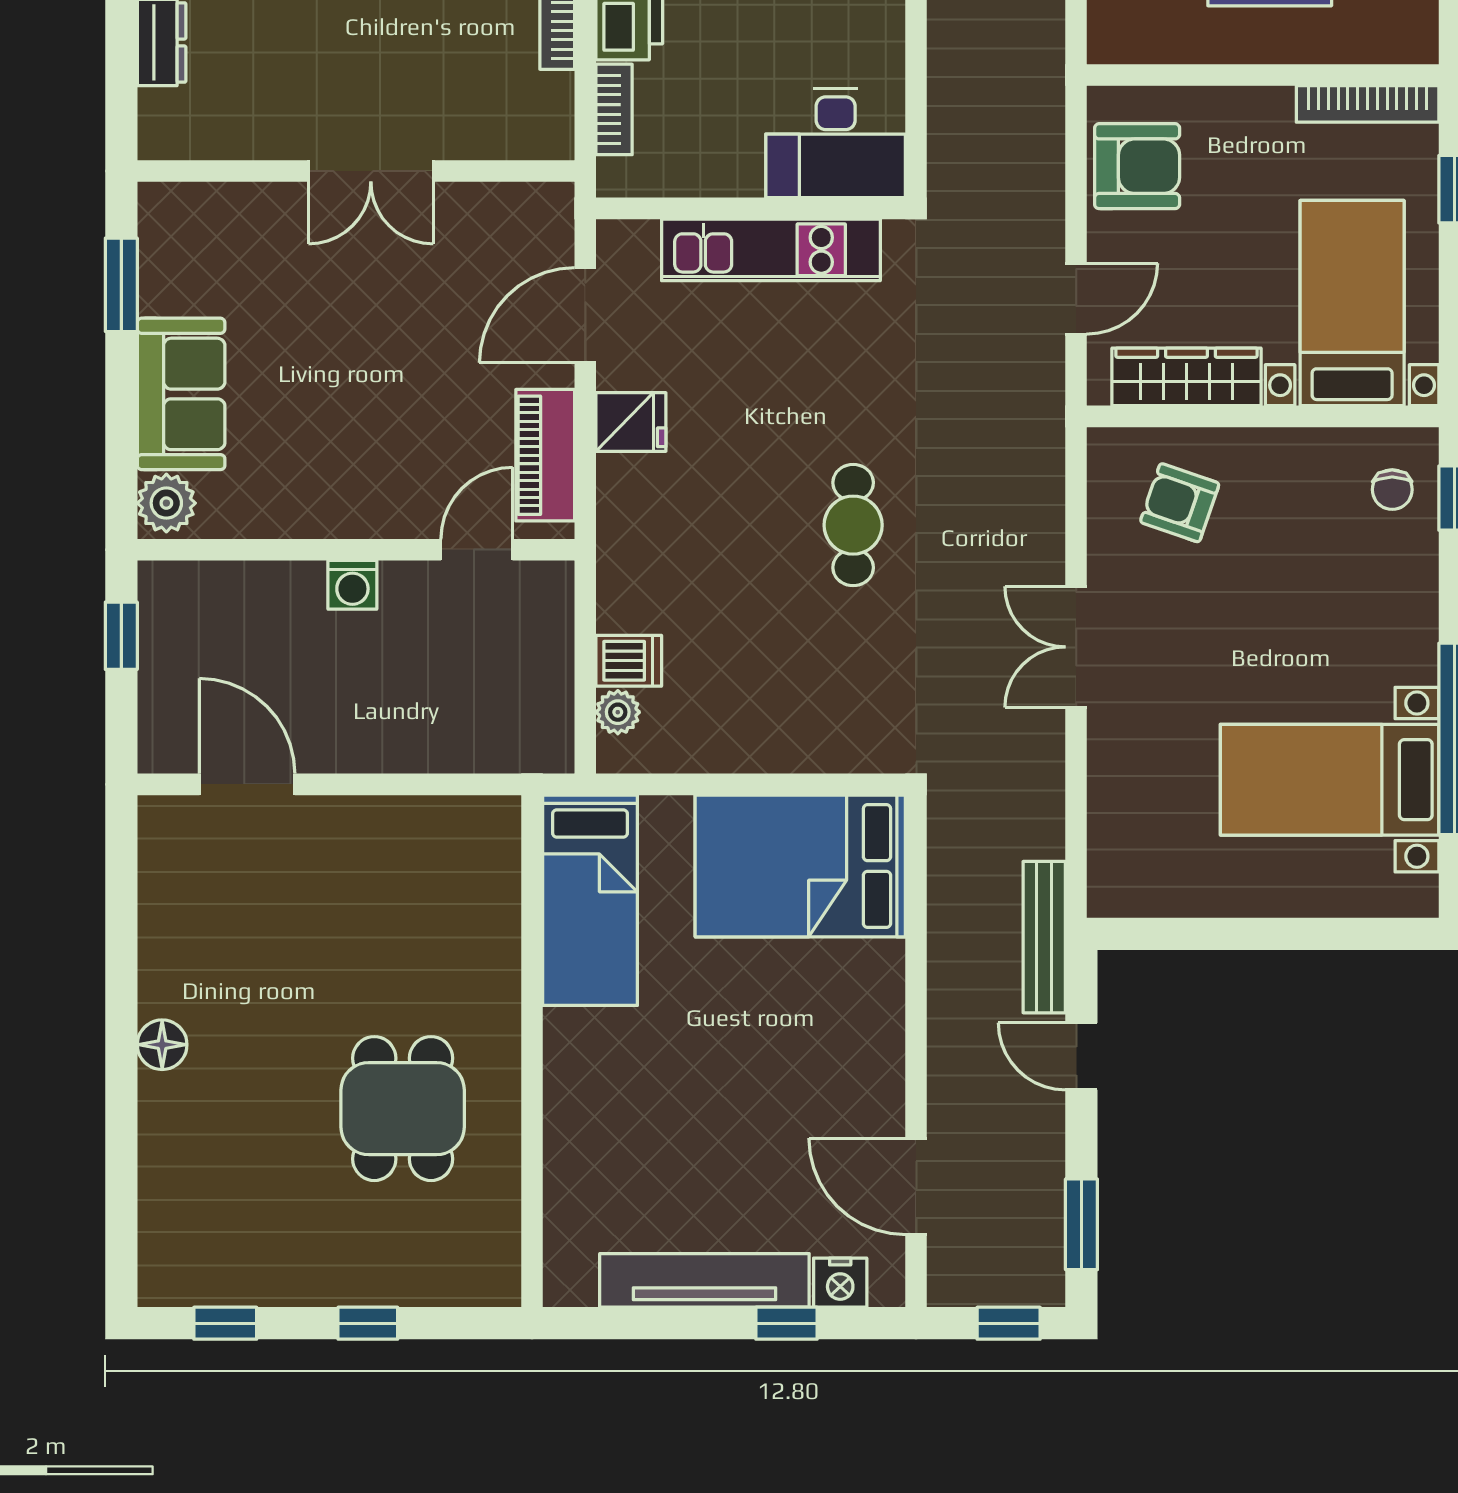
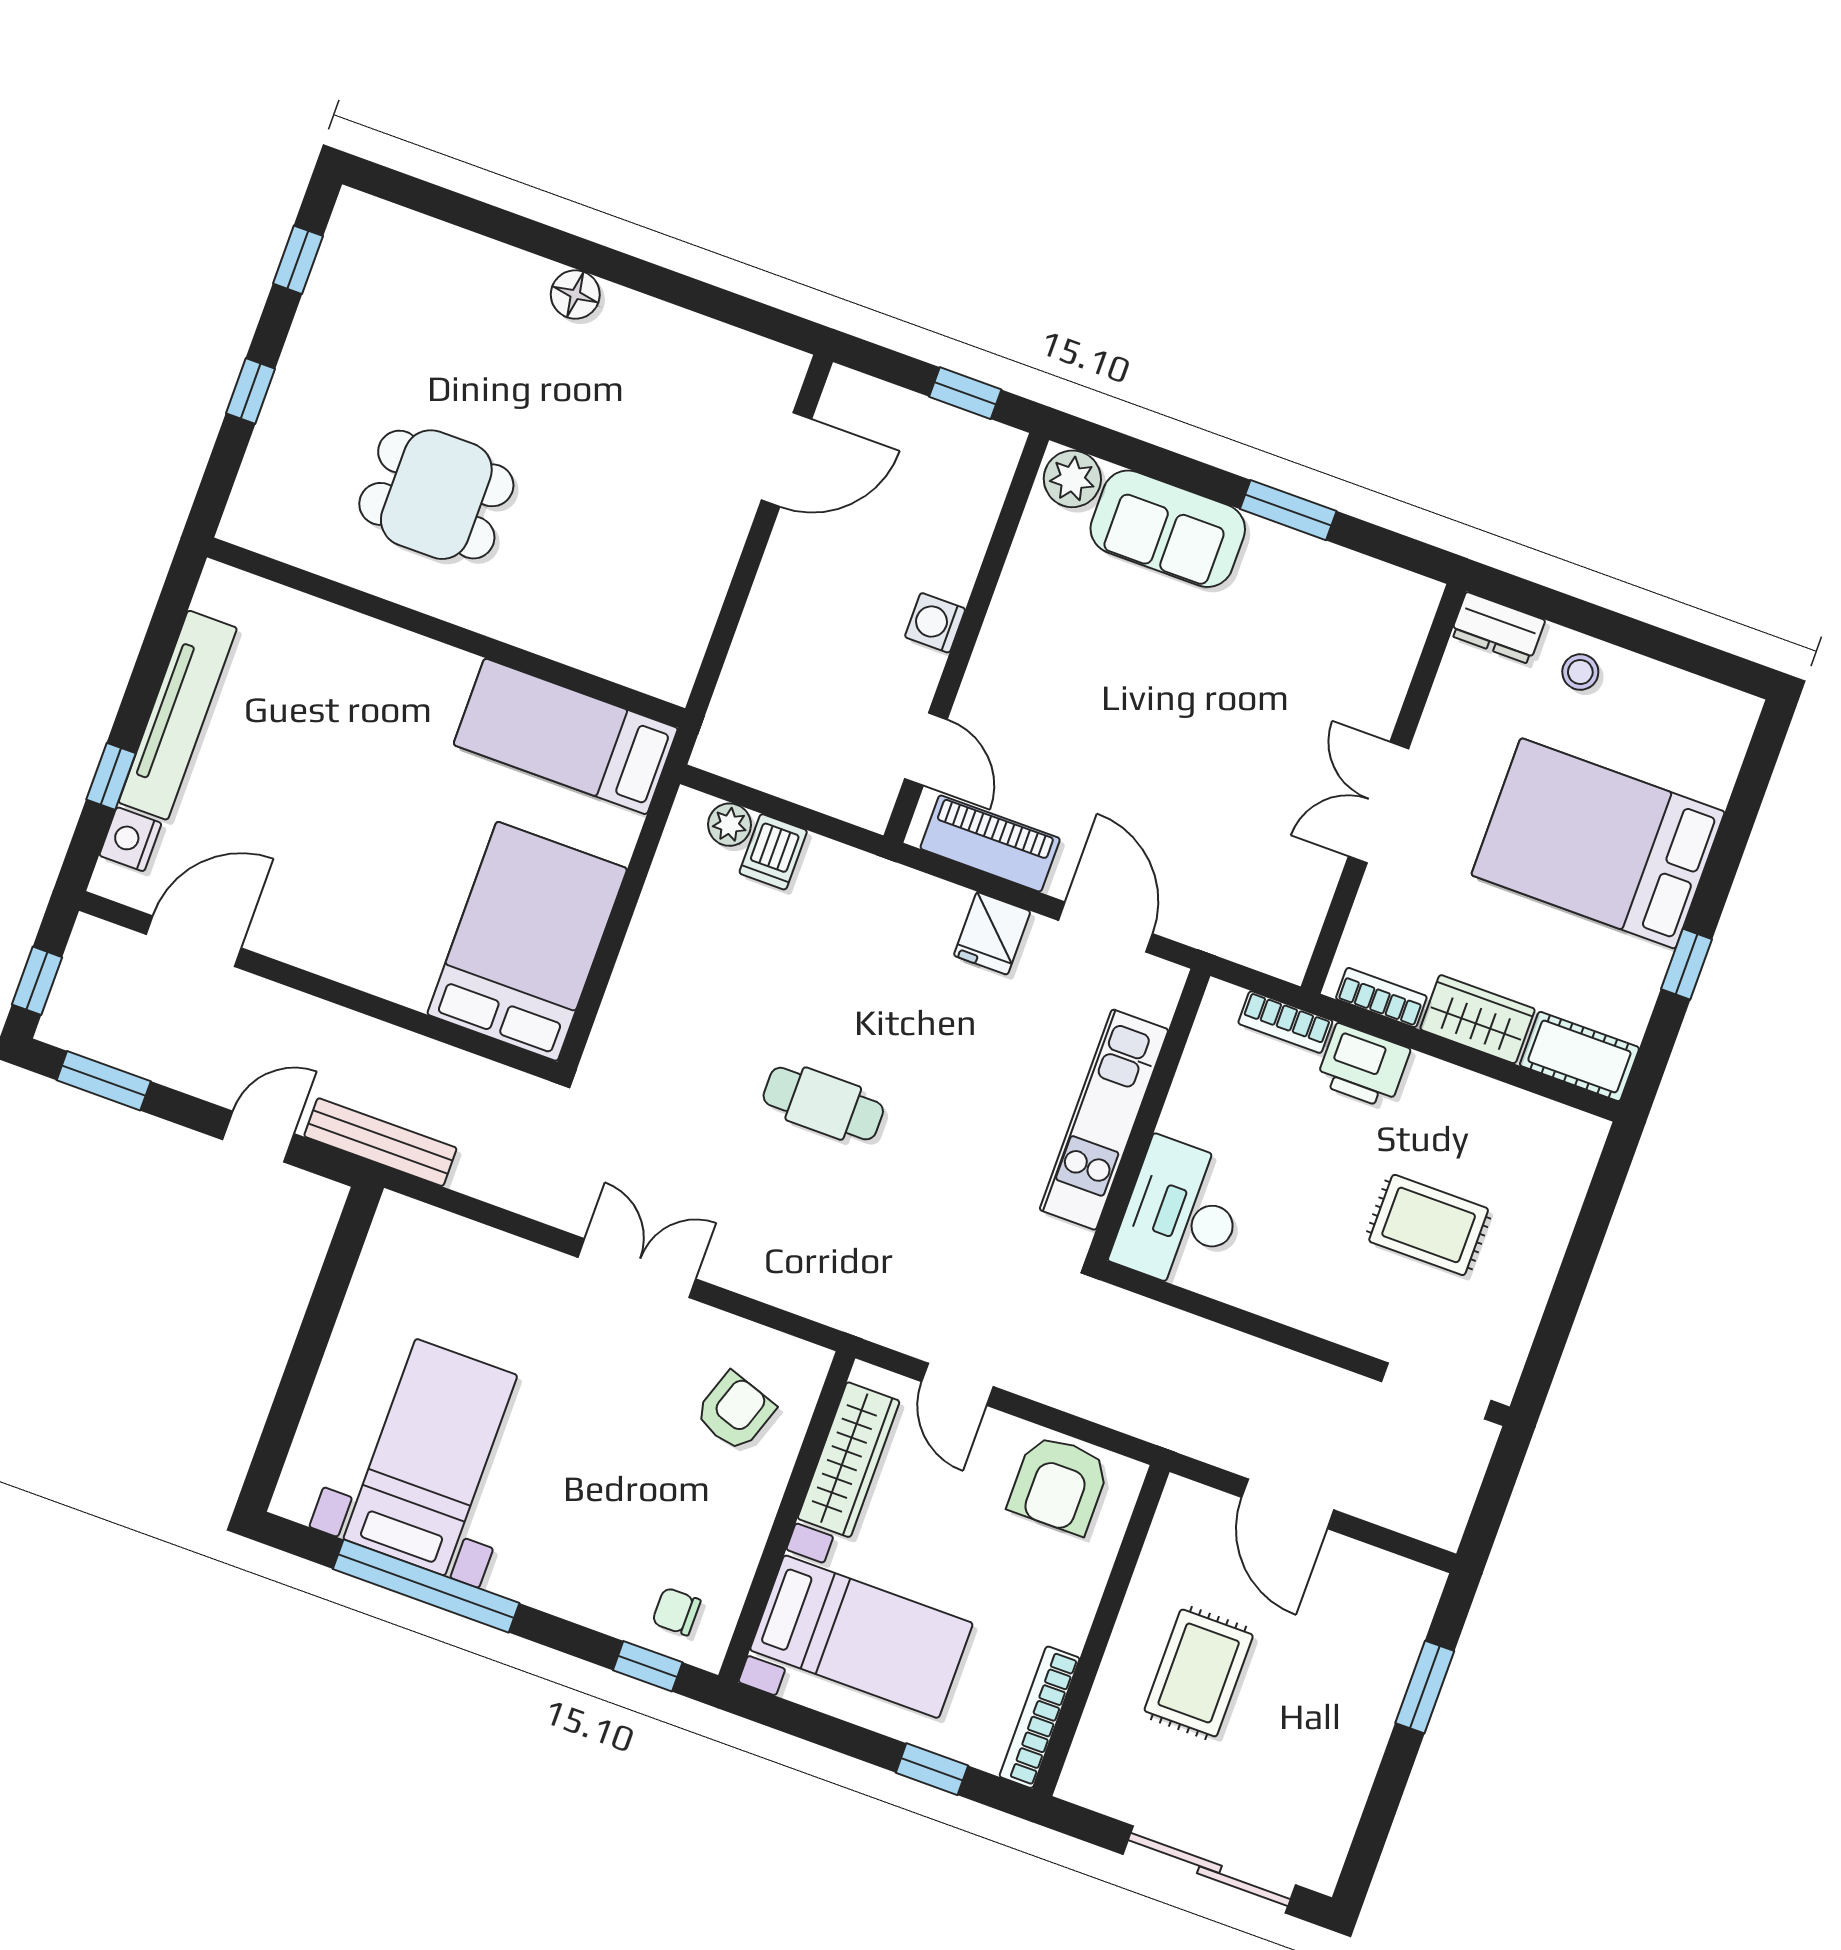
wall: (356, 171) -> (1383, 789), moved
double door: (371, 171) -> (1379, 803), moved

